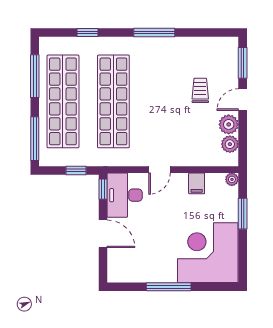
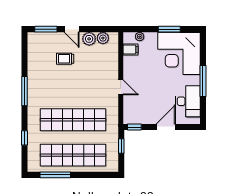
window: (35, 139) -> (99, 175), removed
plant: (232, 179) -> (140, 37), moved
filing cabinet: (197, 183) -> (130, 50), moved
desk: (125, 195) -> (188, 101), moved, turned -90
window: (243, 214) -> (169, 29), moved

